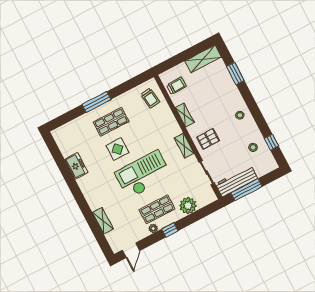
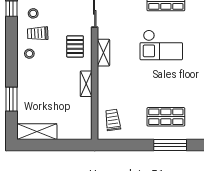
trolley: (176, 86) -> (38, 33), moved
pallet: (208, 139) -> (75, 46), turned 90
display table: (117, 149) -> (174, 85), removed
checkout: (143, 174) -> (161, 45), width x0.73, depth x0.83

